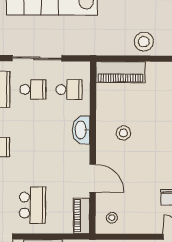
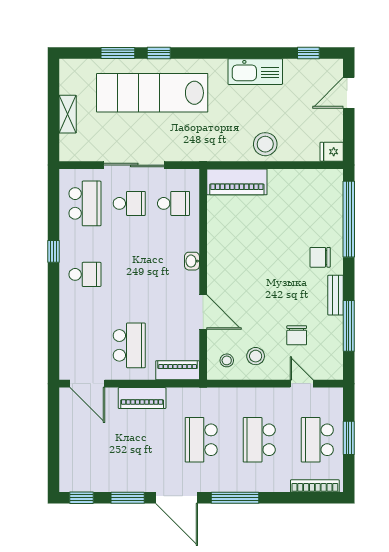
washbasin: (81, 130) -> (192, 261), width x0.52, depth x0.69
stool: (123, 133) -> (256, 356), moved
piano: (82, 216) -> (178, 370), moved, turned 90

